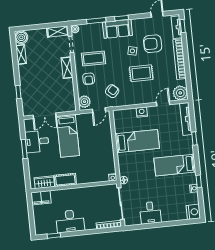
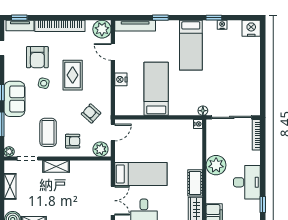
shelving: (58, 31) -> (10, 186), moved
door: (99, 110) -> (113, 132), hinge flipped
plant: (81, 195) -> (216, 165), added
desk: (150, 213) -> (247, 82), removed

